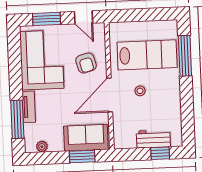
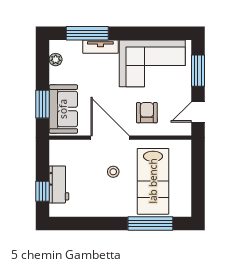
armchair: (86, 63) -> (147, 113), turned 105

